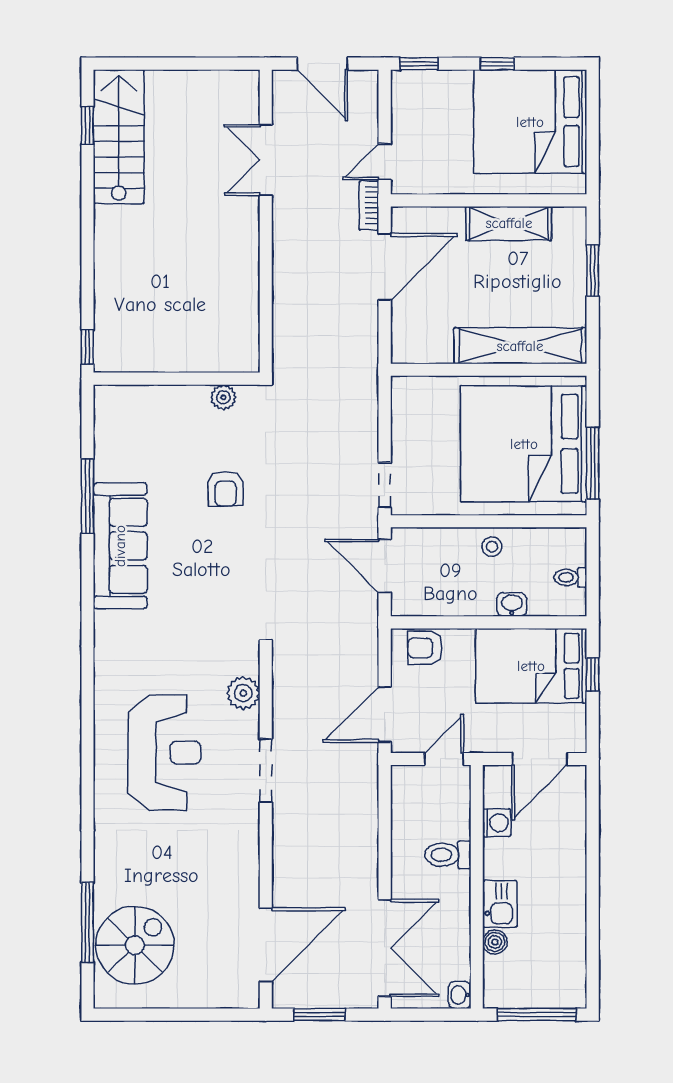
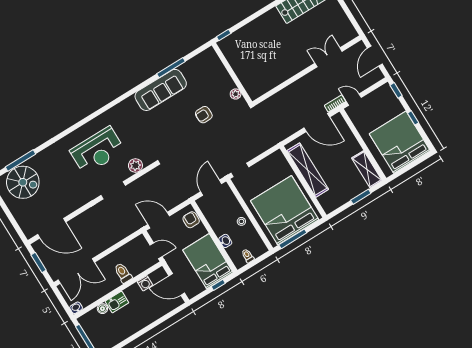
shelving: (509, 223) -> (367, 169), moved
shelving: (520, 346) -> (308, 170), moved

